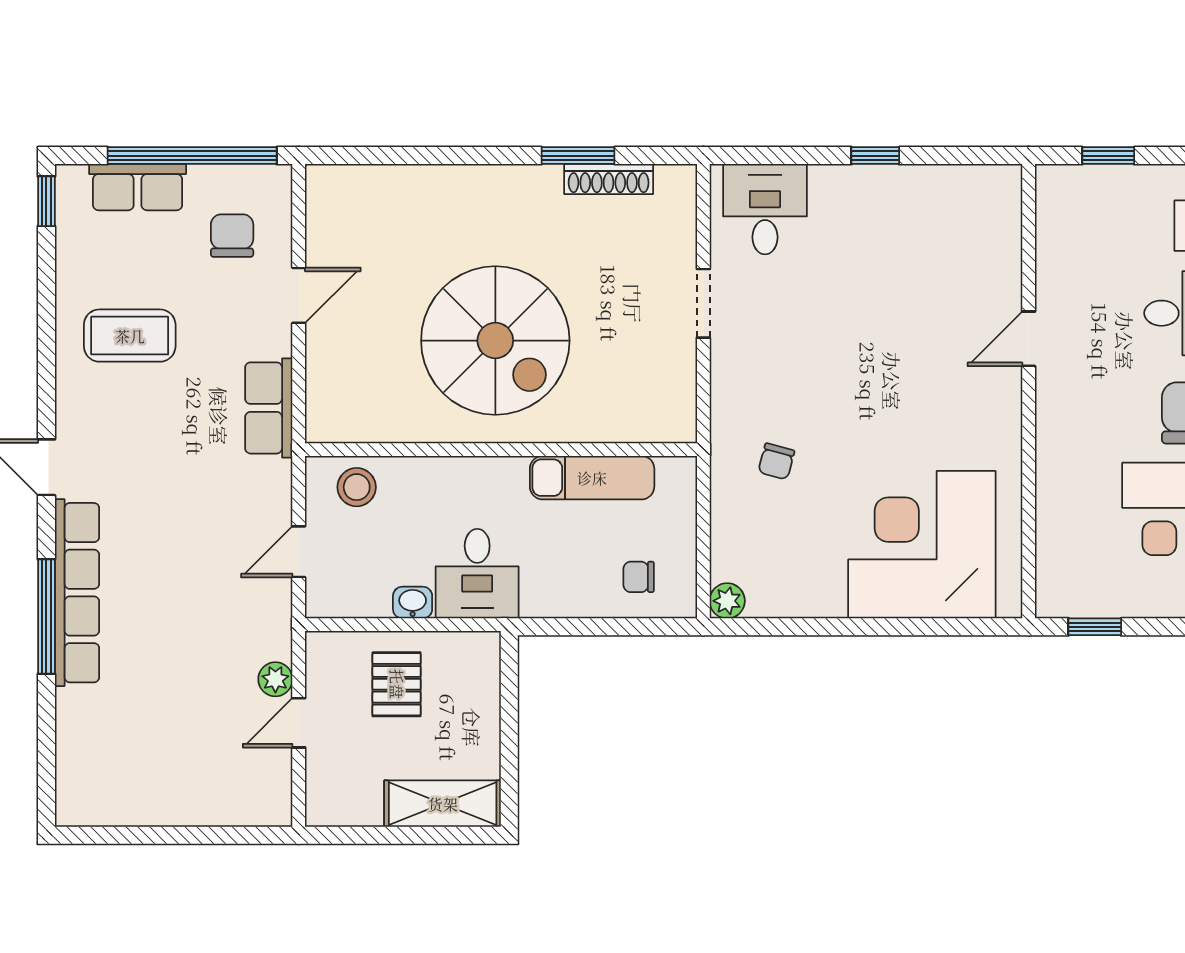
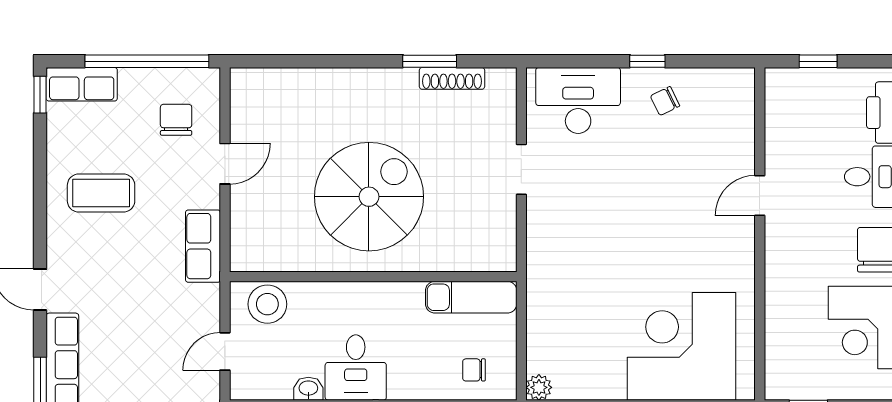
row of seats: (138, 187) -> (82, 84), moved
desk: (765, 209) -> (578, 100), width x1.37
spiral stairs: (495, 341) -> (369, 197), turned -90
chair: (776, 461) -> (665, 101), moved, turned 49
exam couch: (592, 478) -> (471, 297), moved
stool: (357, 487) -> (267, 304), width x1.38, depth x1.38

